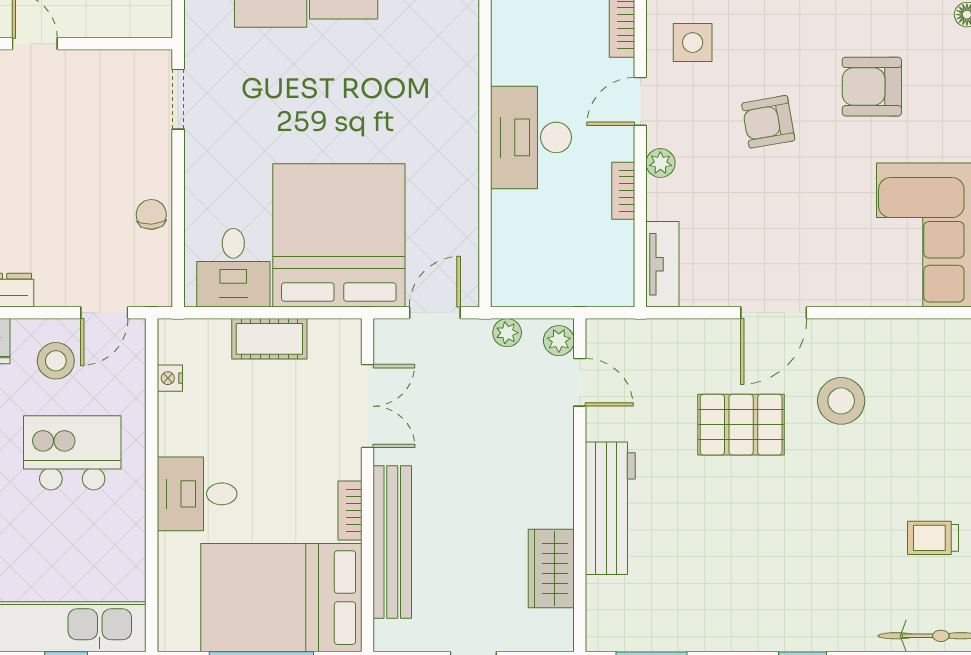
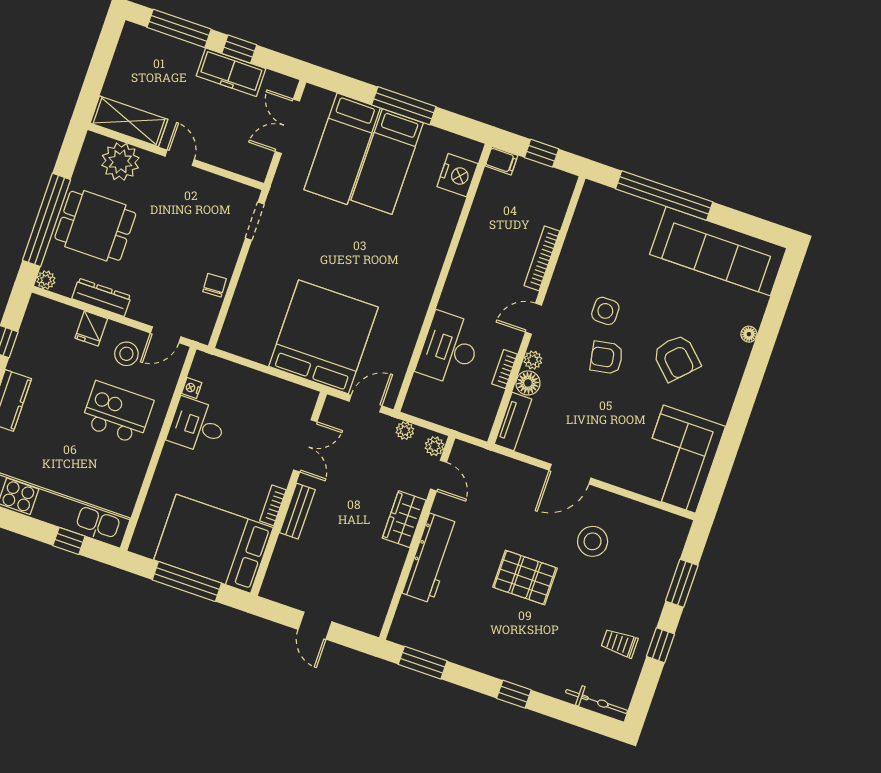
side table: (693, 43) -> (605, 311), moved
armchair: (872, 87) -> (676, 358), turned -136
desk: (531, 137) -> (449, 349), moved
floor lamp: (665, 199) -> (528, 383), added
desk: (233, 268) -> (253, 334), removed
cot: (269, 339) -> (260, 385), removed
pallet: (741, 425) -> (525, 578), moved
desk: (197, 494) -> (197, 426), moved
bench: (392, 542) -> (297, 511), width x0.54, depth x0.82
wardrobe: (551, 569) -> (404, 519), moved

